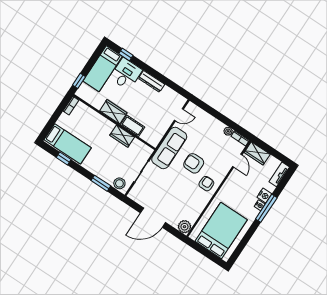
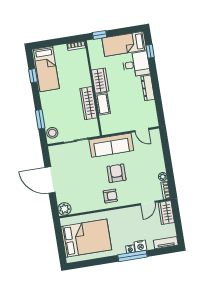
wardrobe: (122, 136) -> (88, 103), width x1.50

